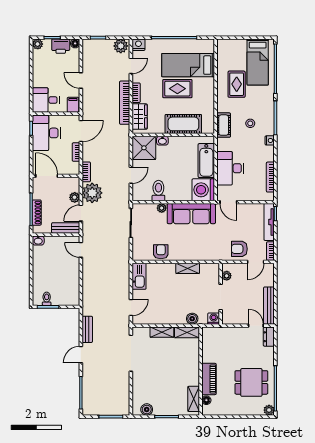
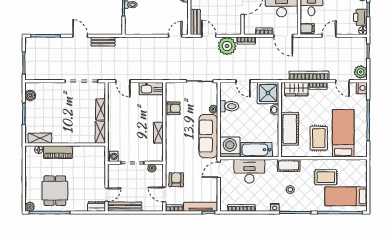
rug: (177, 89) -> (319, 138), moved
plant: (75, 197) -> (223, 30), removed
boiler: (192, 319) -> (113, 137), removed

